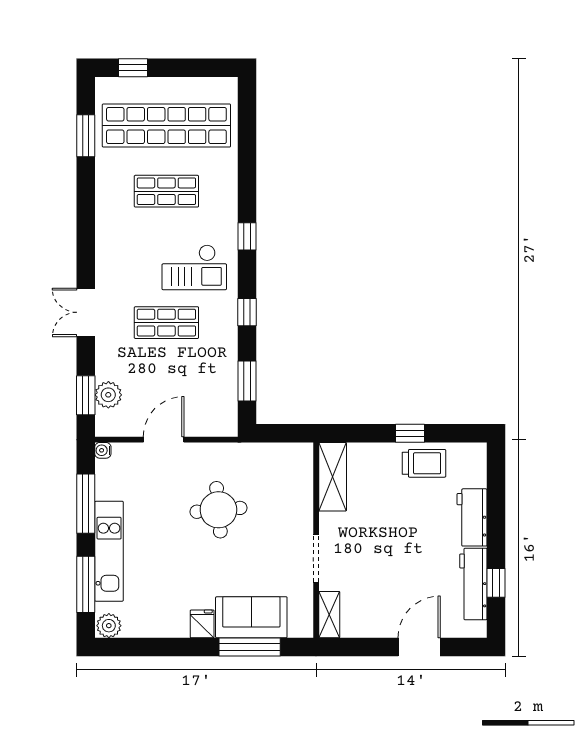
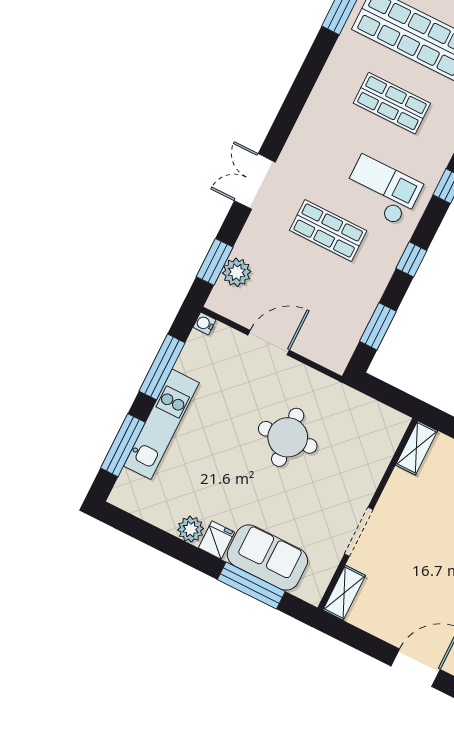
checkout: (194, 267) -> (382, 190), turned 180
shelving: (333, 477) -> (417, 448), width x0.67, depth x0.75
plant: (109, 626) -> (191, 529), moved

